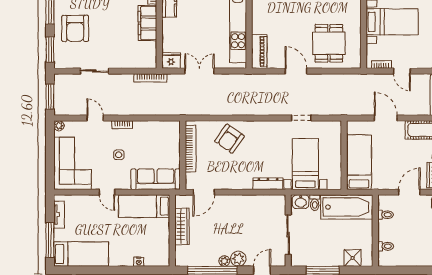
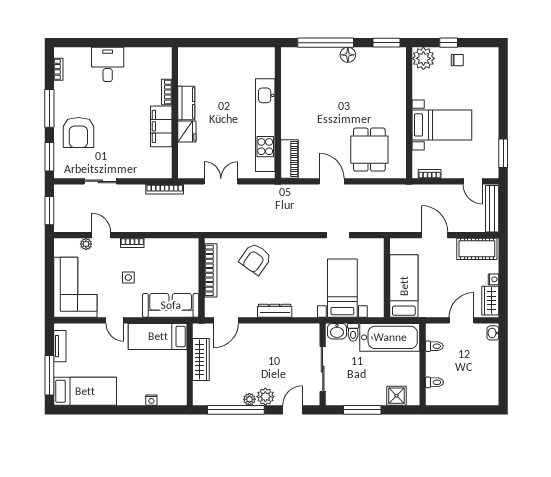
fridge: (171, 61) -> (187, 132), moved, turned 90
door: (402, 71) -> (473, 181), moved
plant: (59, 126) -> (86, 244), moved
dresser: (268, 184) -> (275, 311), moved

